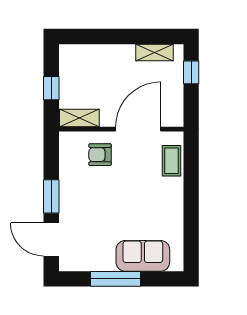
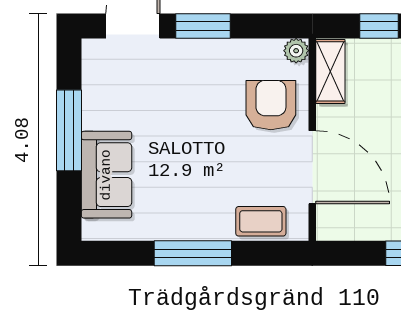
plant: (67, 139) -> (296, 51), added
armchair: (100, 155) -> (271, 105), width x1.38, depth x1.38
window: (191, 203) -> (193, 253), added

